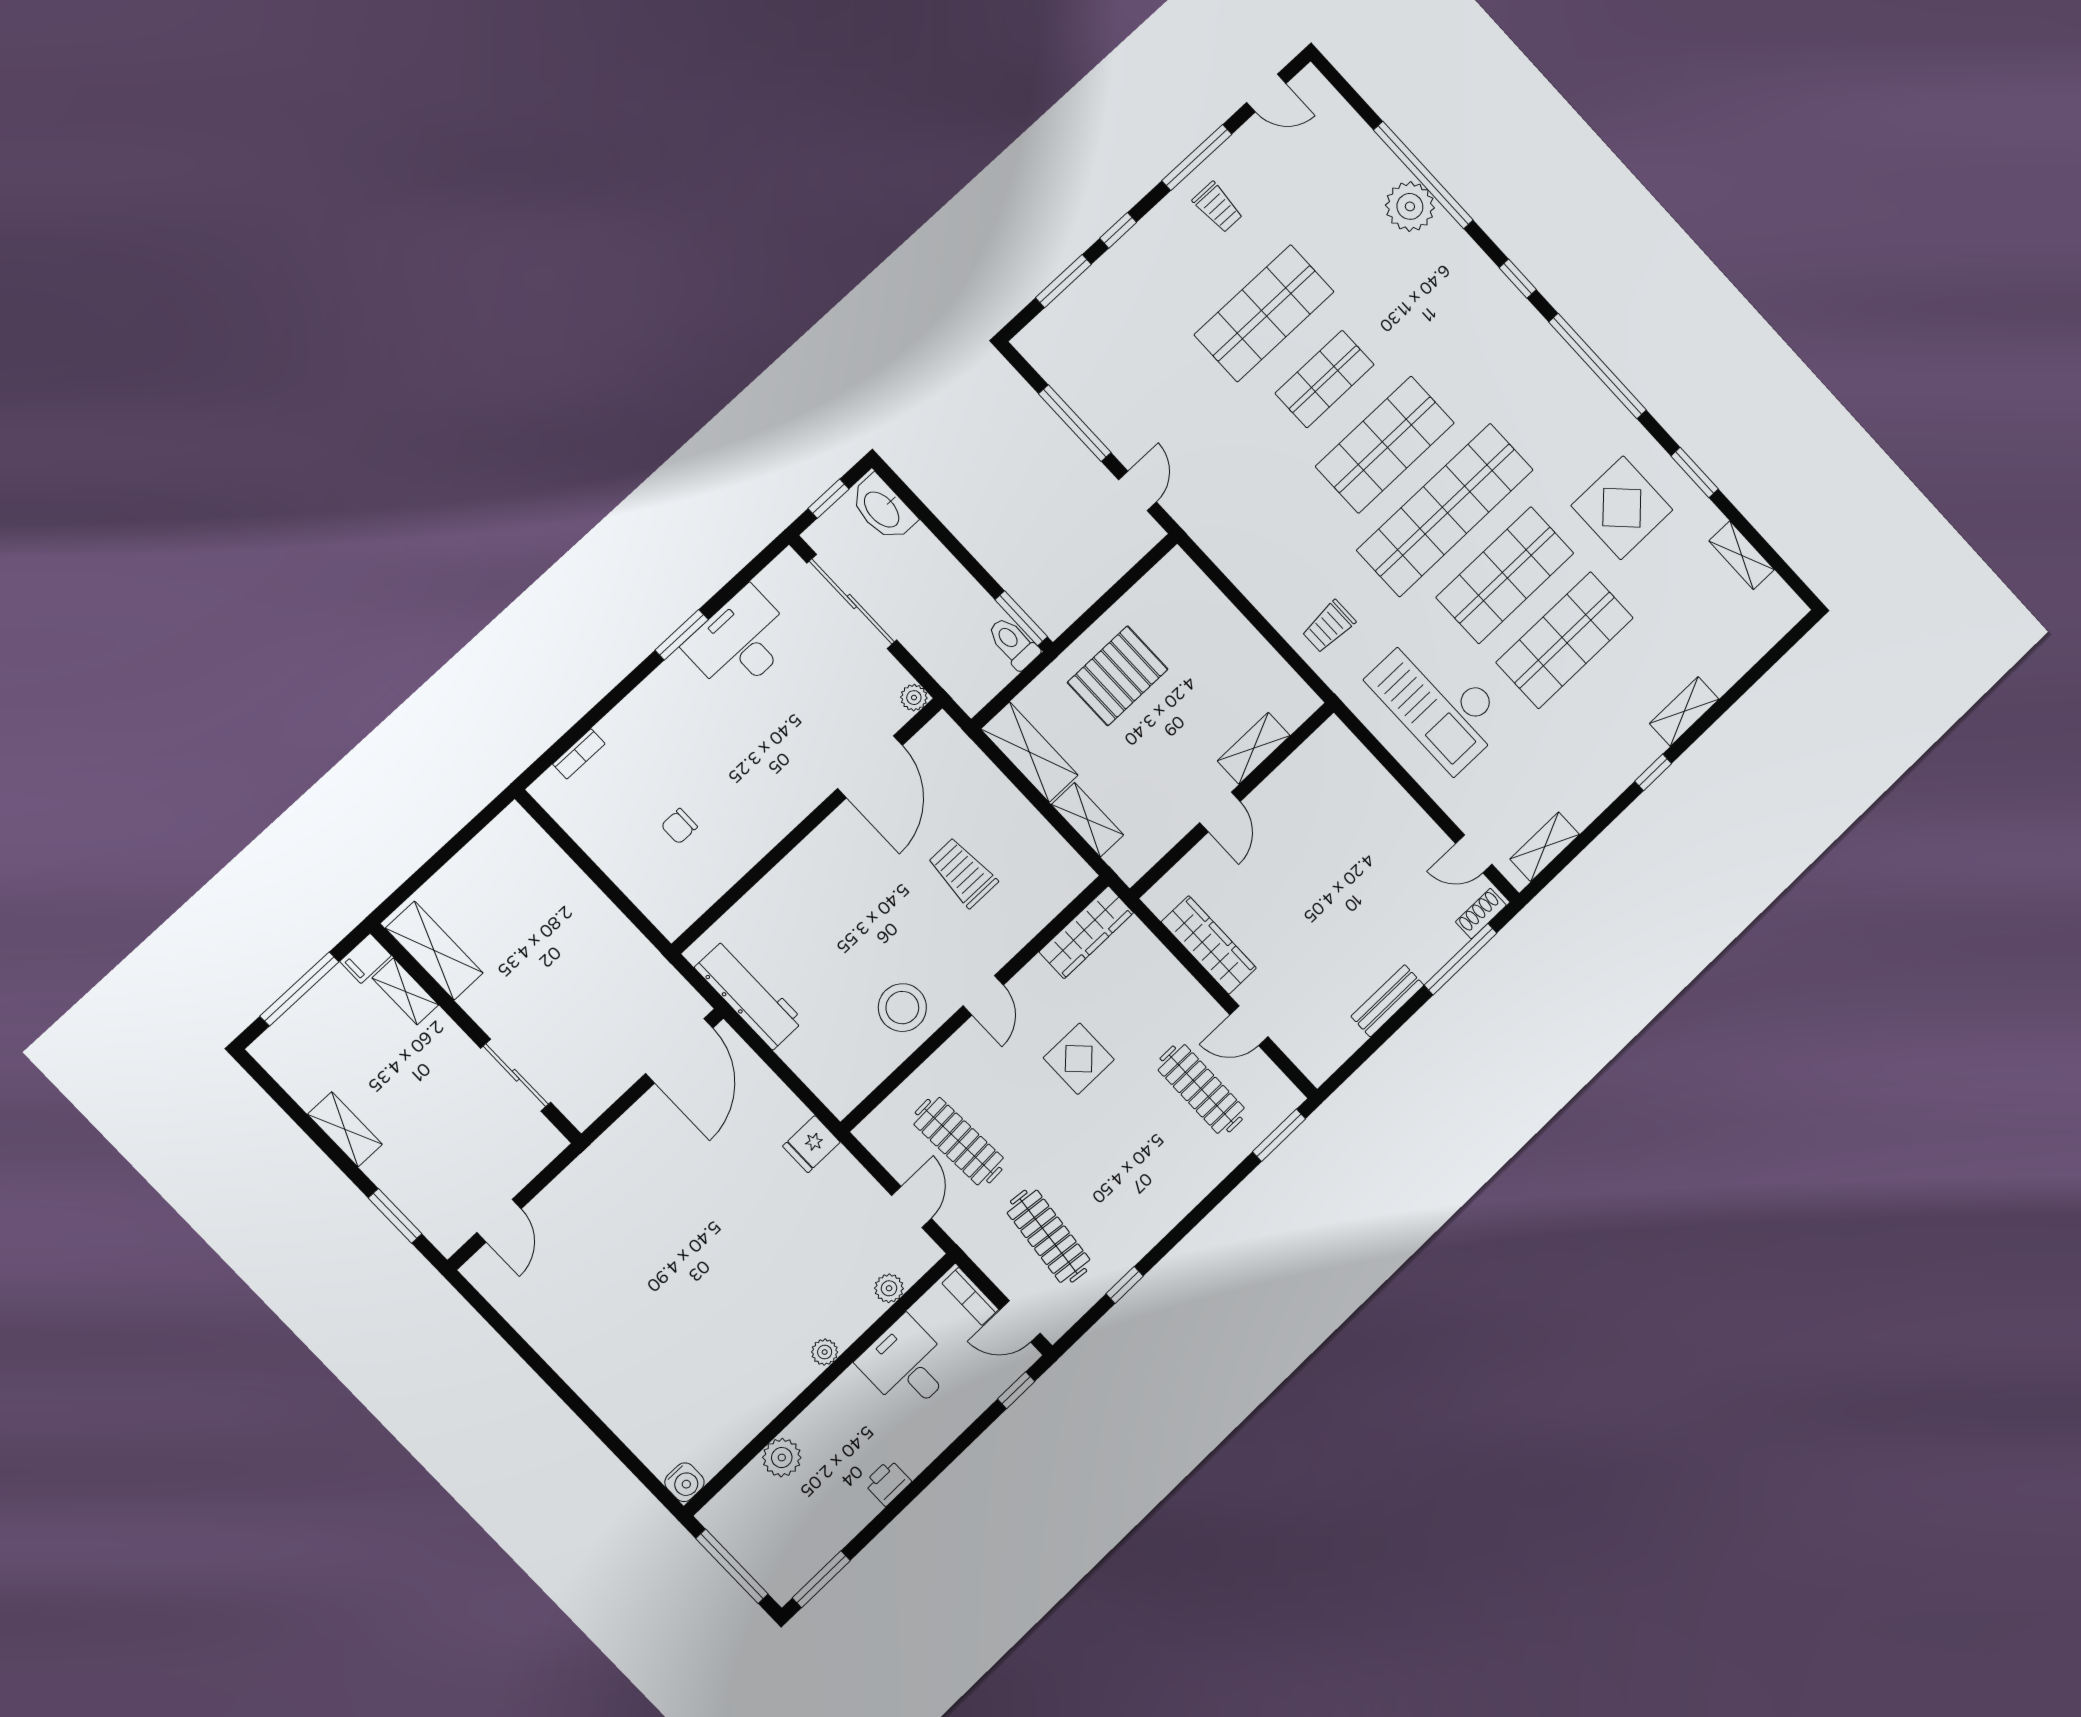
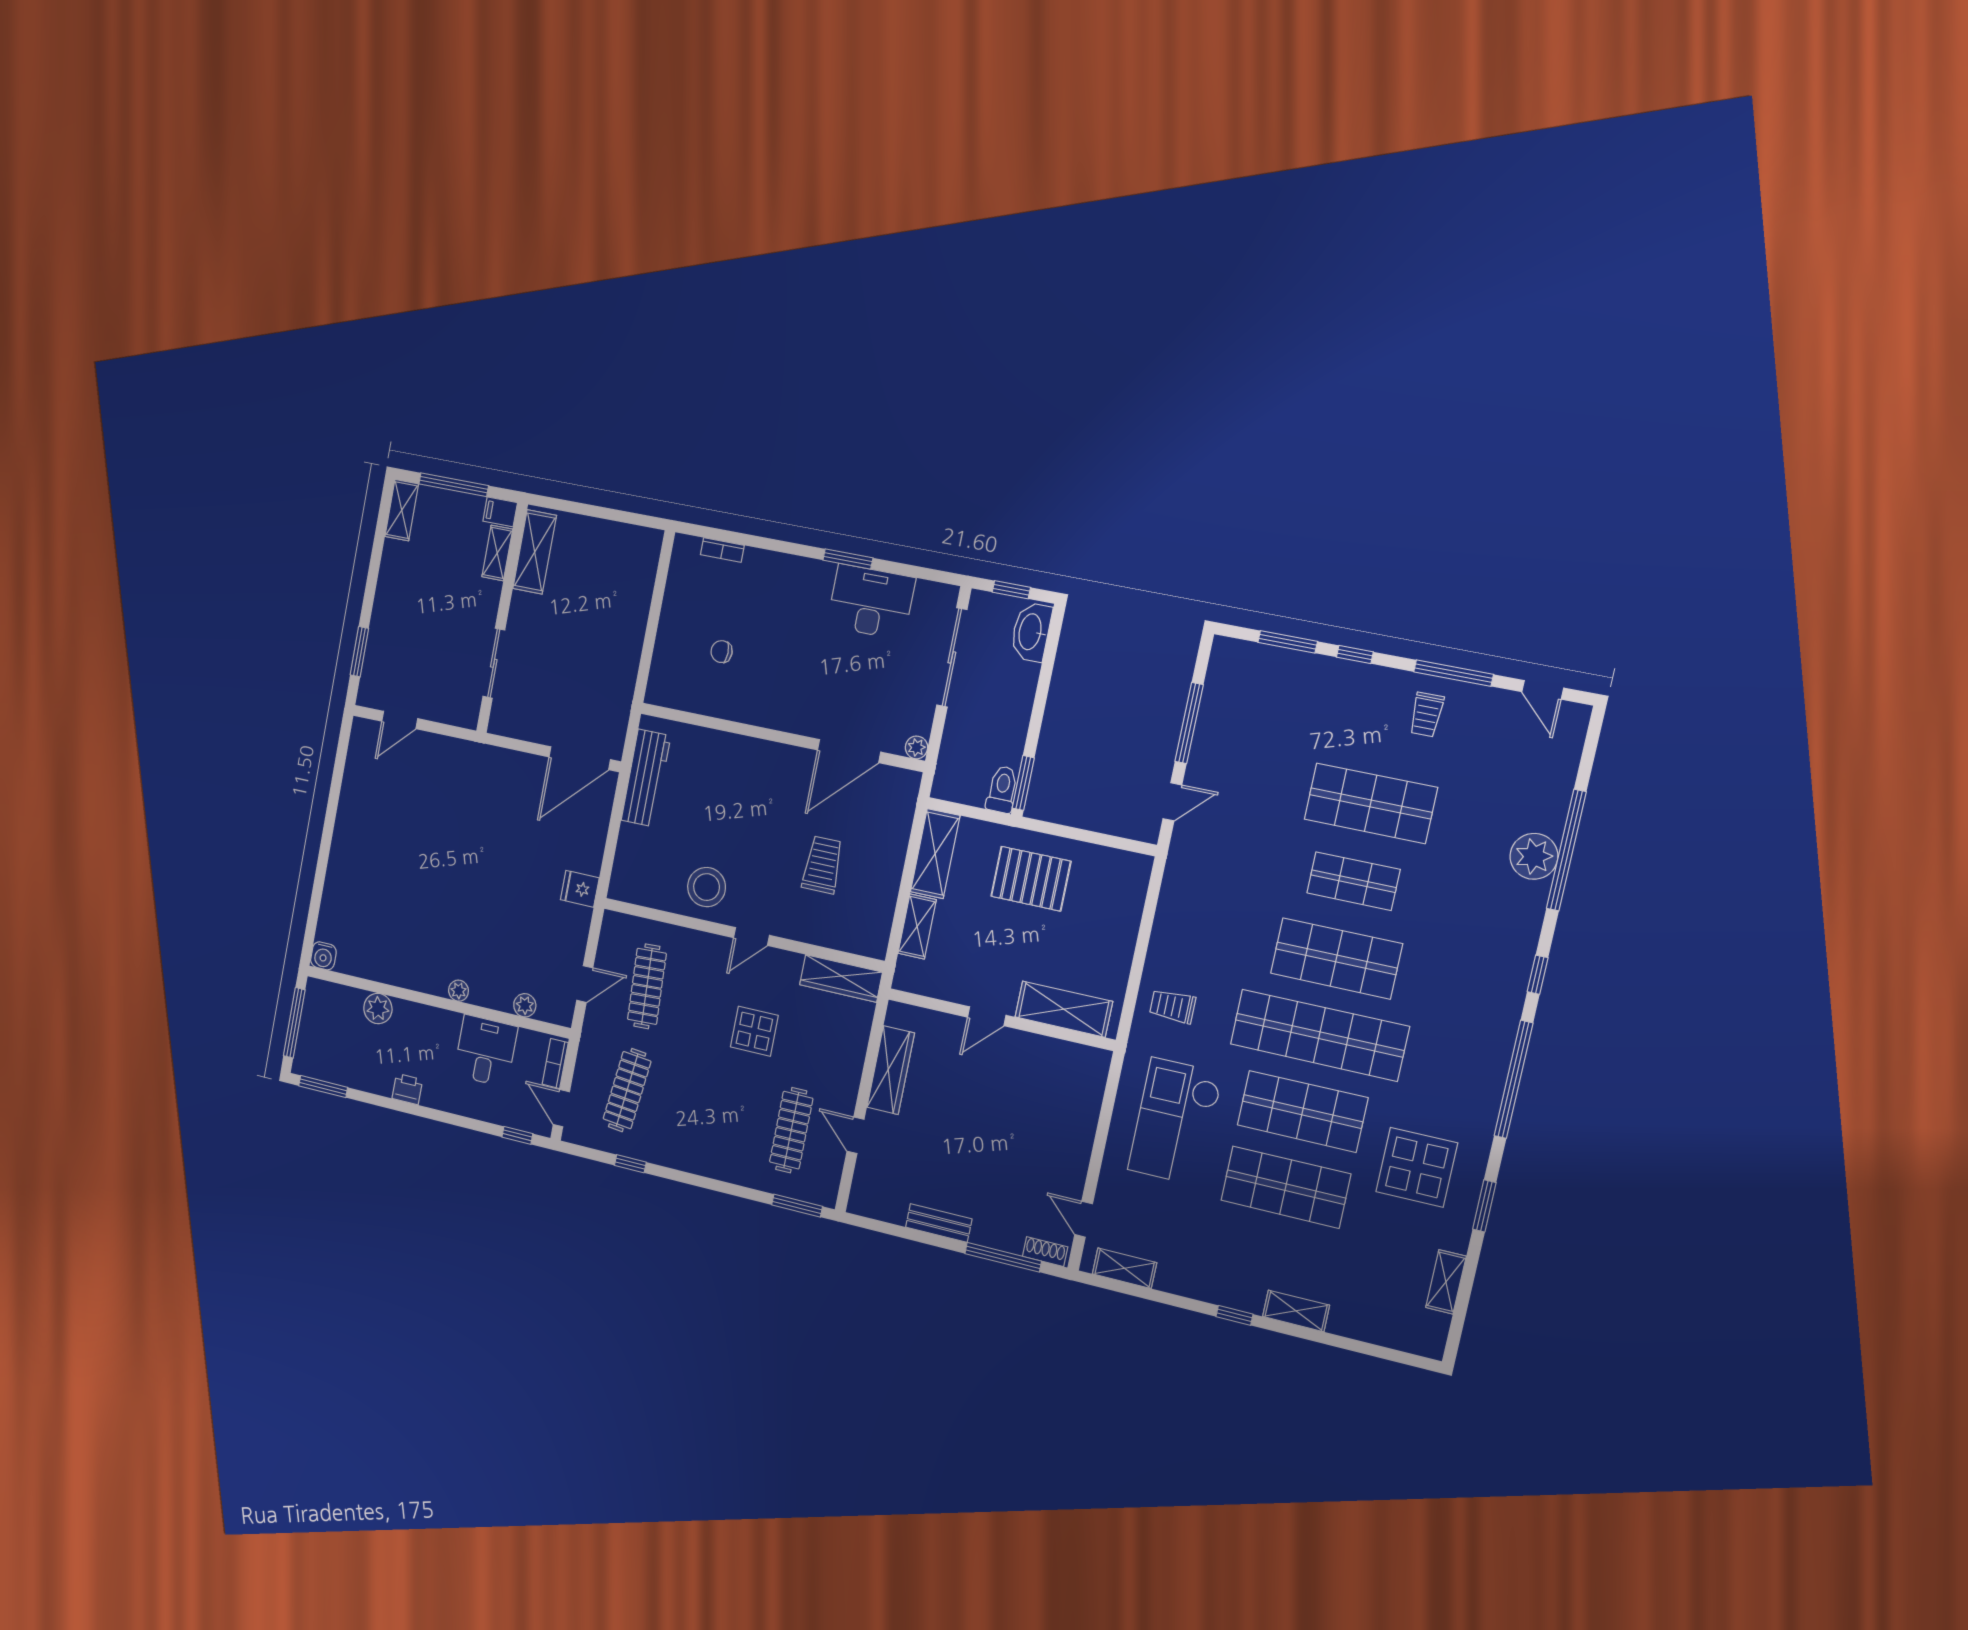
shelving: (1254, 748) -> (1064, 1009), width x1.50, depth x1.33
shelving: (345, 1129) -> (402, 510), moved

